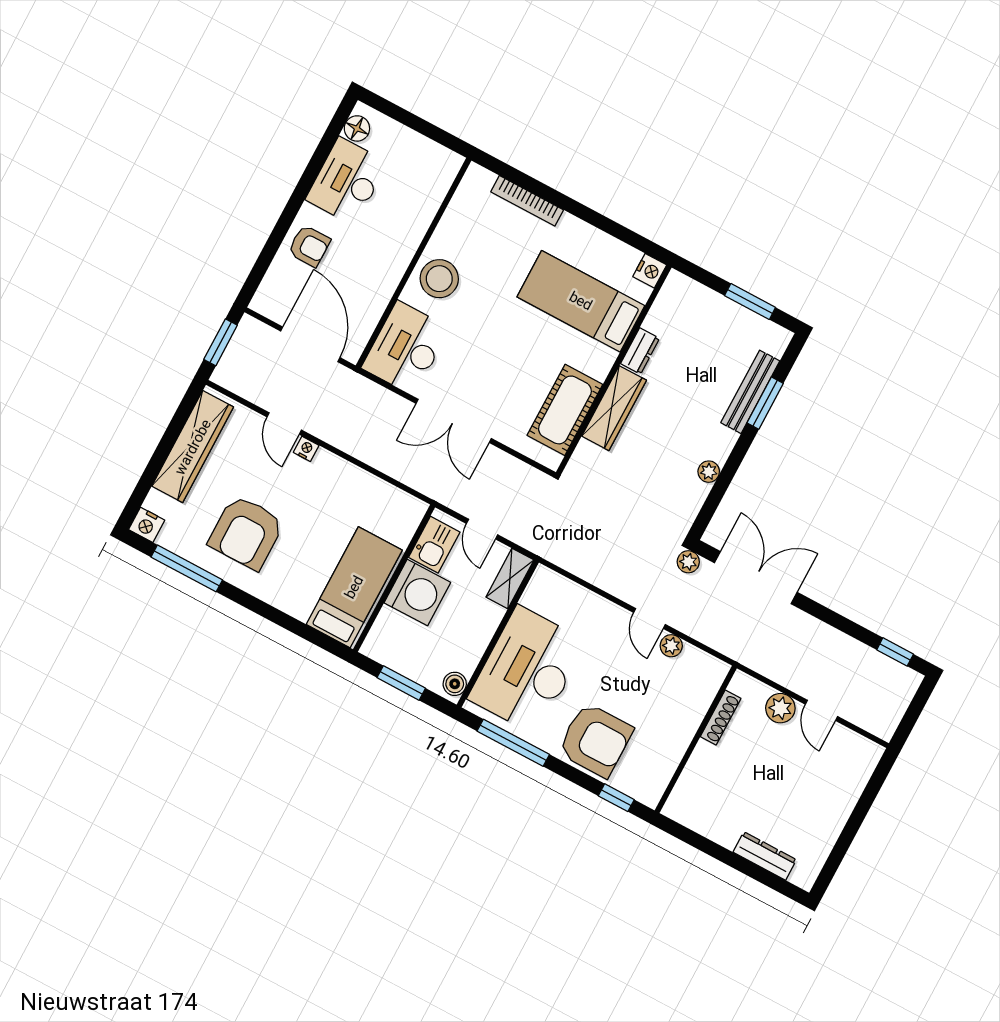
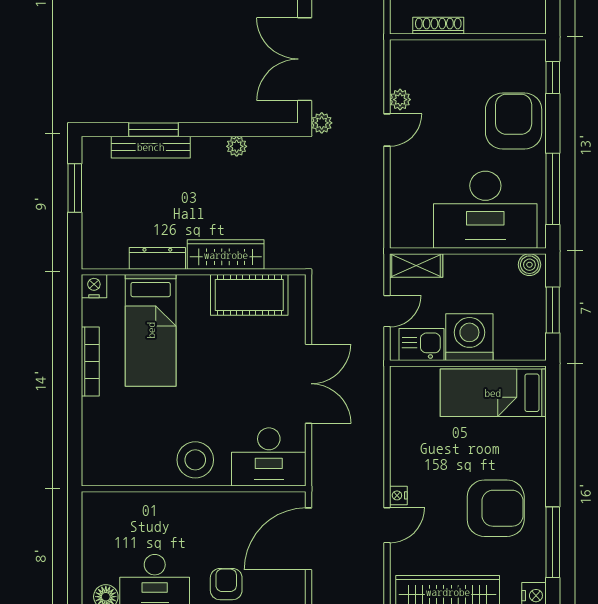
bookcase: (527, 201) -> (90, 361), moved
dresser: (640, 351) -> (157, 258), width x1.44

